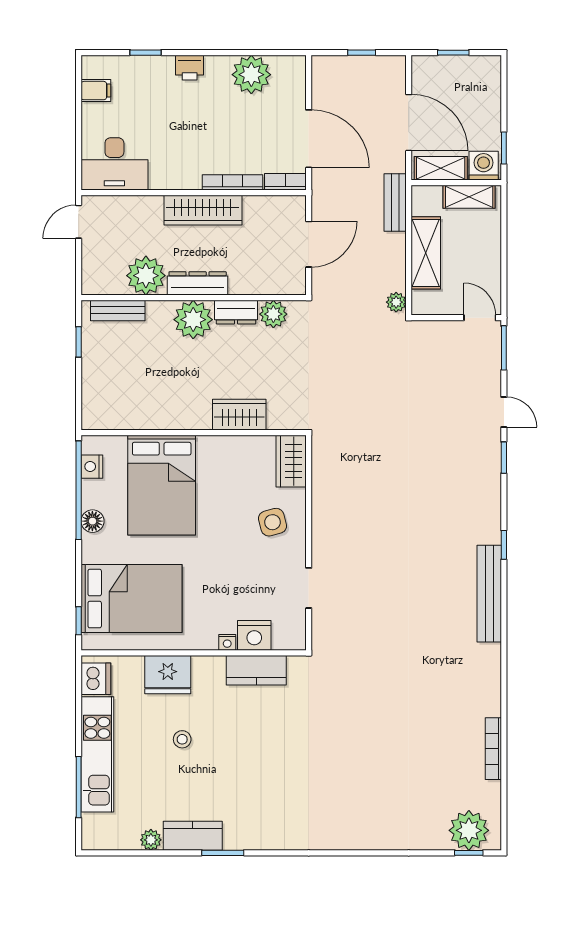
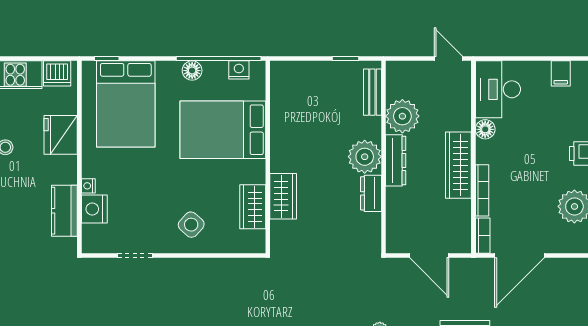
floor lamp: (161, 179) -> (485, 129), added
plant: (273, 314) -> (369, 225), removed
wardrobe: (291, 461) -> (253, 207), moved, turned -90
side table: (272, 522) -> (191, 225), turned -33

